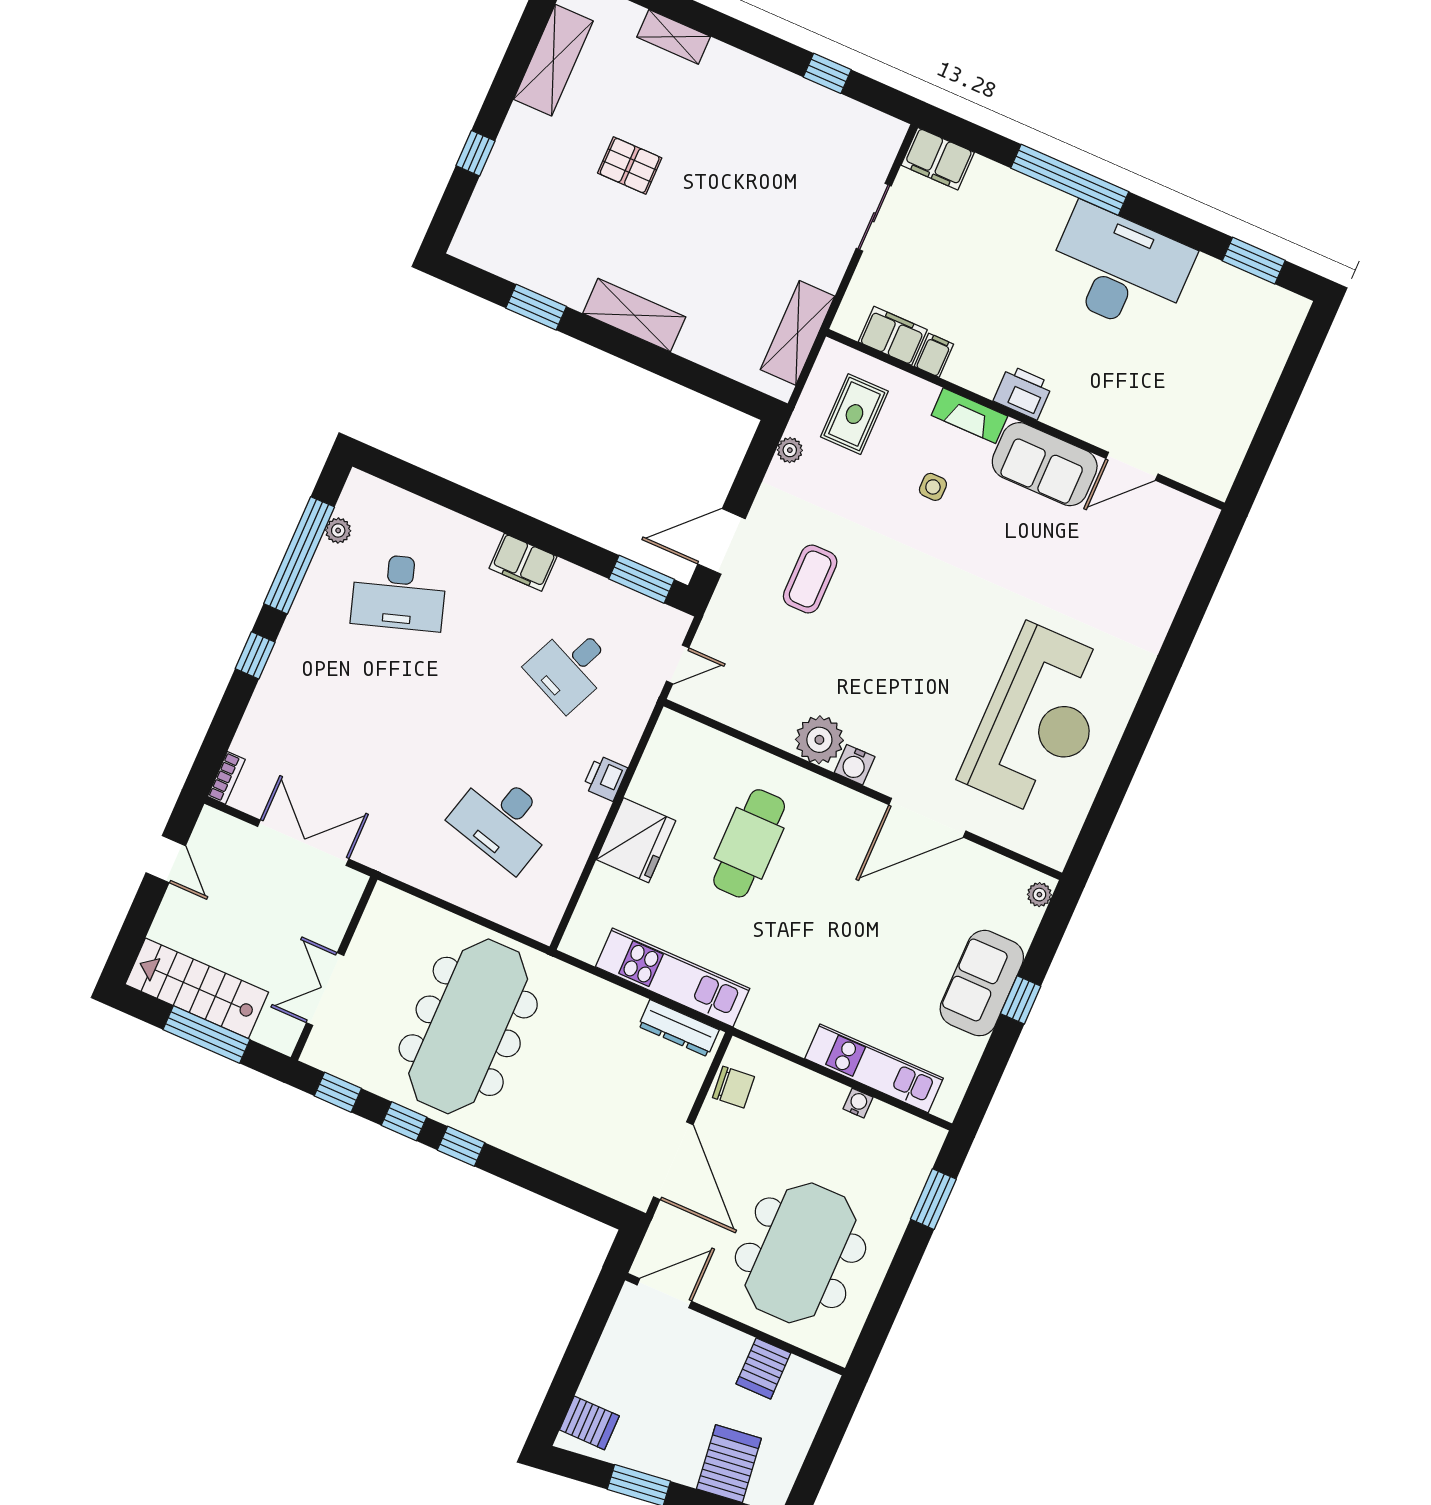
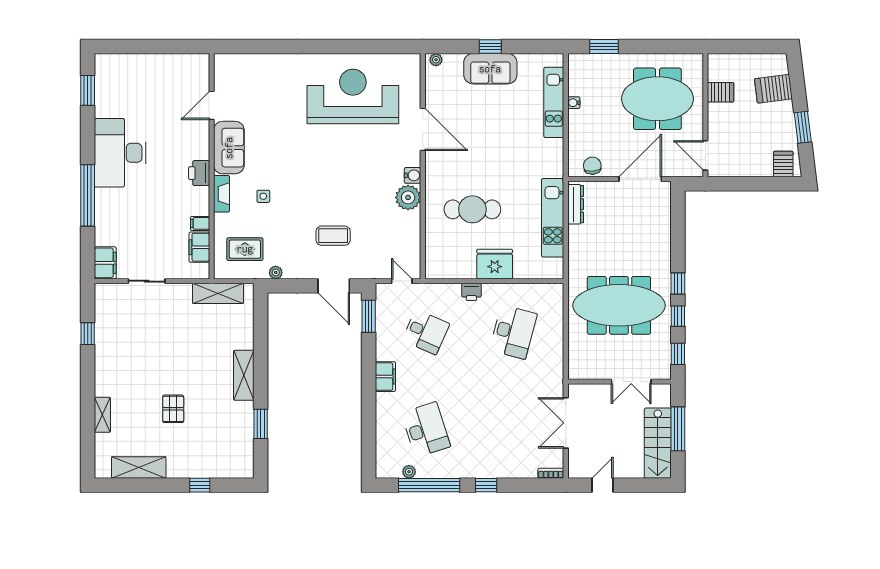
door: (1132, 466) -> (212, 105), swing flipped

